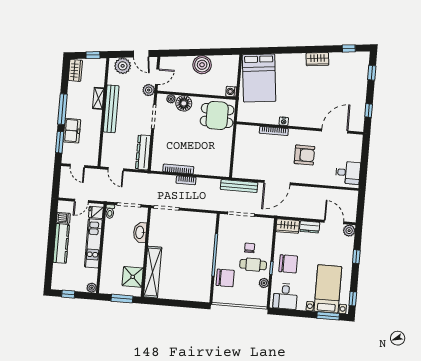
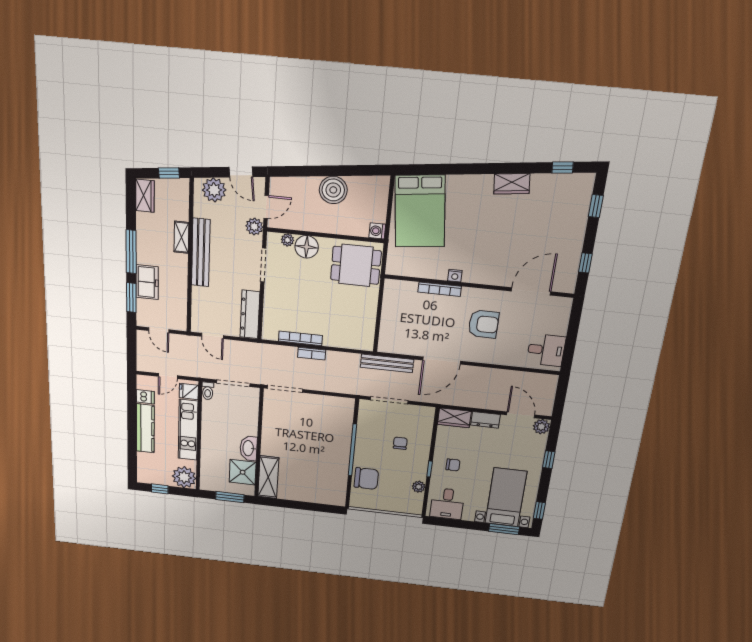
washbasin: (140, 232) -> (249, 448), moved
chair: (288, 264) -> (453, 465), width x0.54, depth x0.54
cafe table: (253, 265) -> (405, 464), removed
shelving: (153, 272) -> (268, 477), width x0.68
plant: (92, 288) -> (184, 477), width x1.88, depth x1.88

